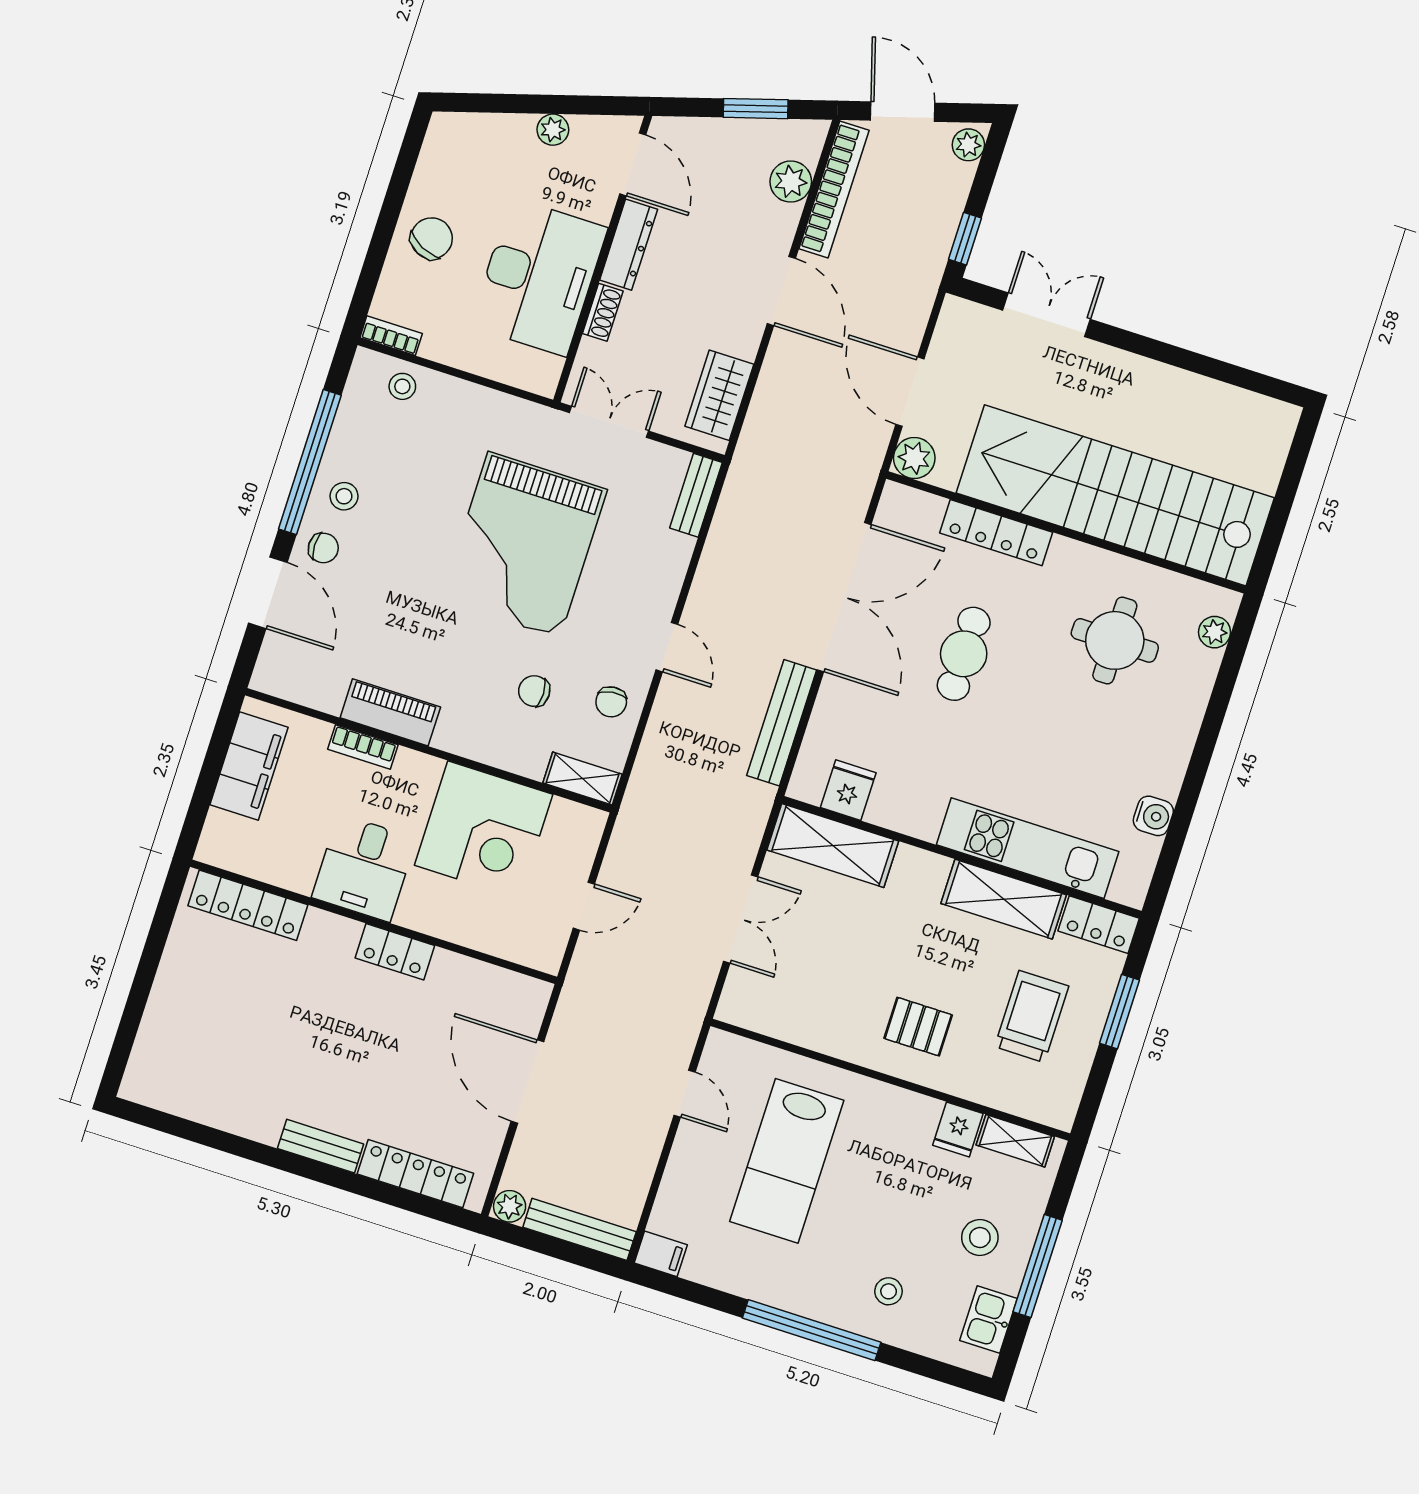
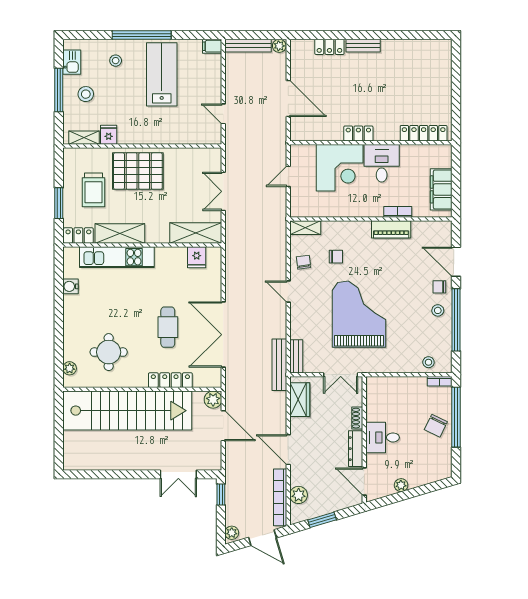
window: (380, 243) -> (456, 417), added
desk: (539, 277) -> (383, 437), width x0.53, depth x0.77
bench: (782, 723) -> (279, 365), moved
corner desk: (484, 830) -> (340, 168), moved, turned 180
pallet: (918, 1027) -> (138, 171), width x2.05, depth x2.00
lab bench: (787, 1161) -> (162, 74), moved
locker: (415, 1174) -> (329, 47), width x0.66

